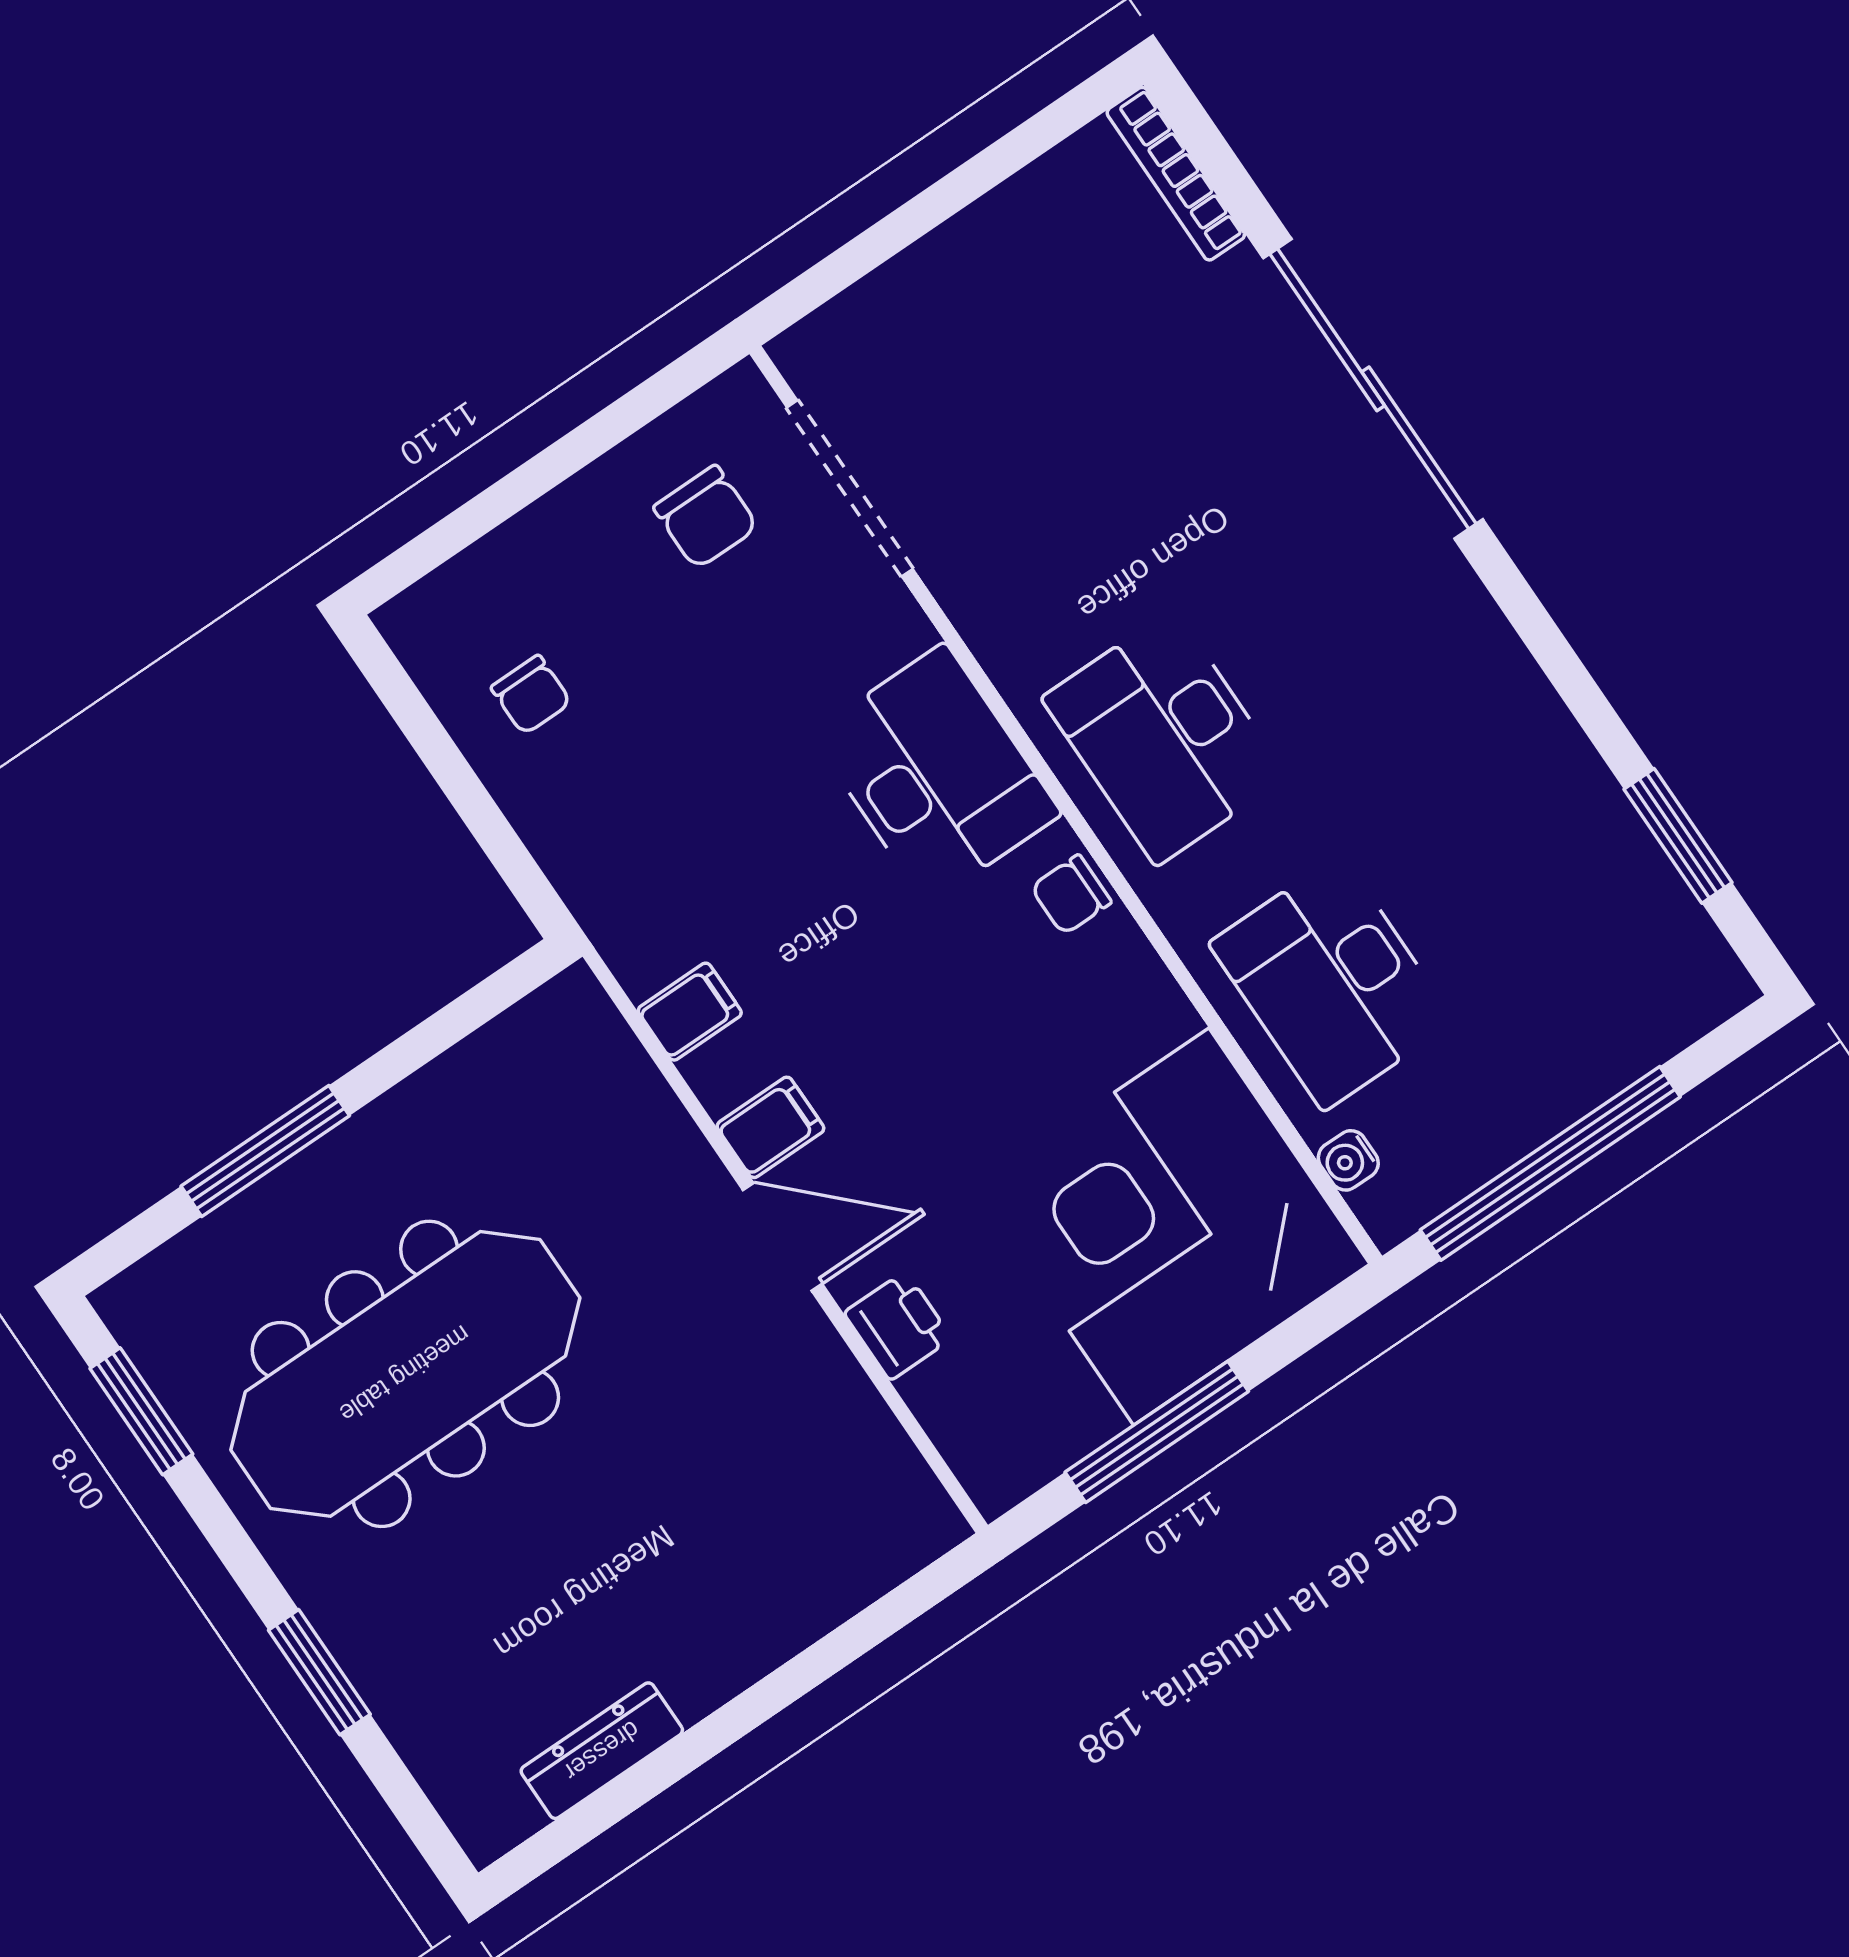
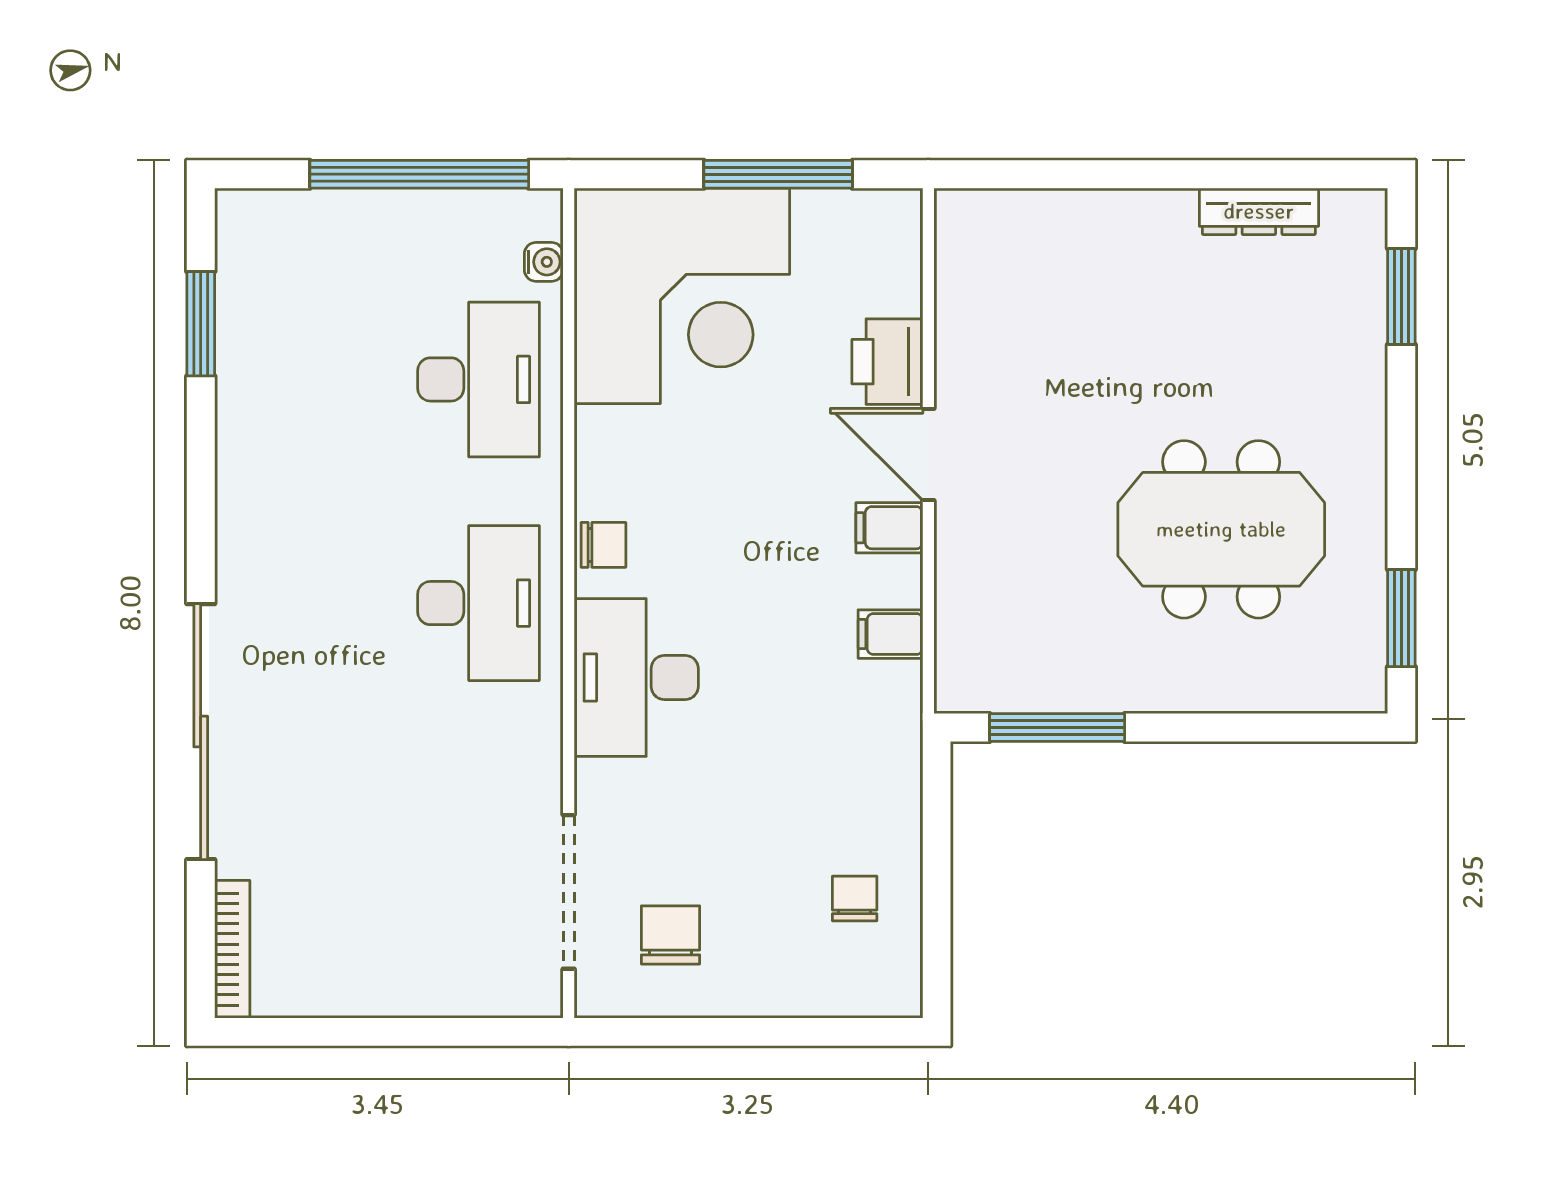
window: (265, 1151) -> (1057, 728), moved
printer: (898, 1326) -> (887, 362), width x1.36, depth x1.24
meeting table: (405, 1374) -> (1221, 529), width x0.73
window: (319, 1672) -> (1401, 296), moved

